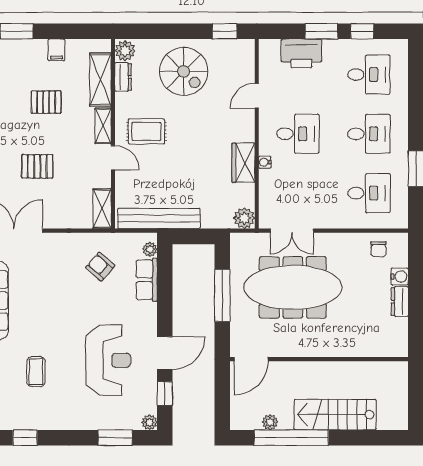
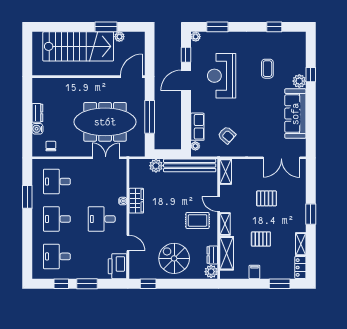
printer: (301, 53) -> (117, 266), moved, turned -90
door: (257, 96) -> (128, 243), hinge flipped
plant: (244, 218) -> (156, 166), moved
stairs: (335, 415) -> (78, 46), width x1.36, depth x1.51
window: (291, 438) -> (106, 27), width x0.47

